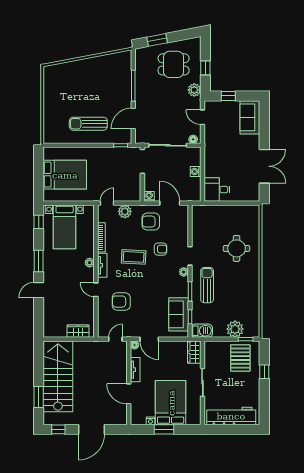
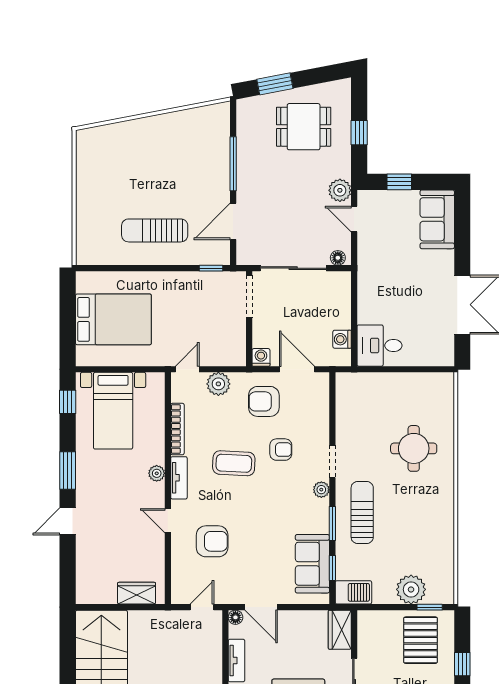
plant: (194, 90) -> (340, 190), moved
washing machine: (196, 172) -> (342, 339), moved
armchair: (121, 302) -> (212, 541), turned 180

